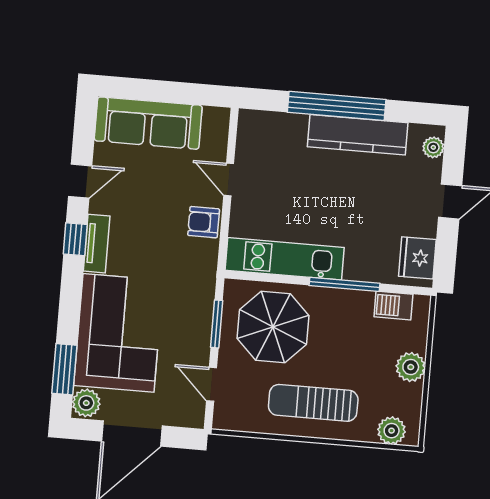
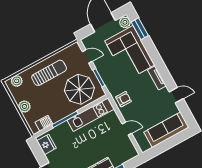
door: (80, 181) -> (176, 95), swing flipped
armchair: (204, 222) -> (123, 99), moved
window: (75, 239) -> (165, 75), removed

